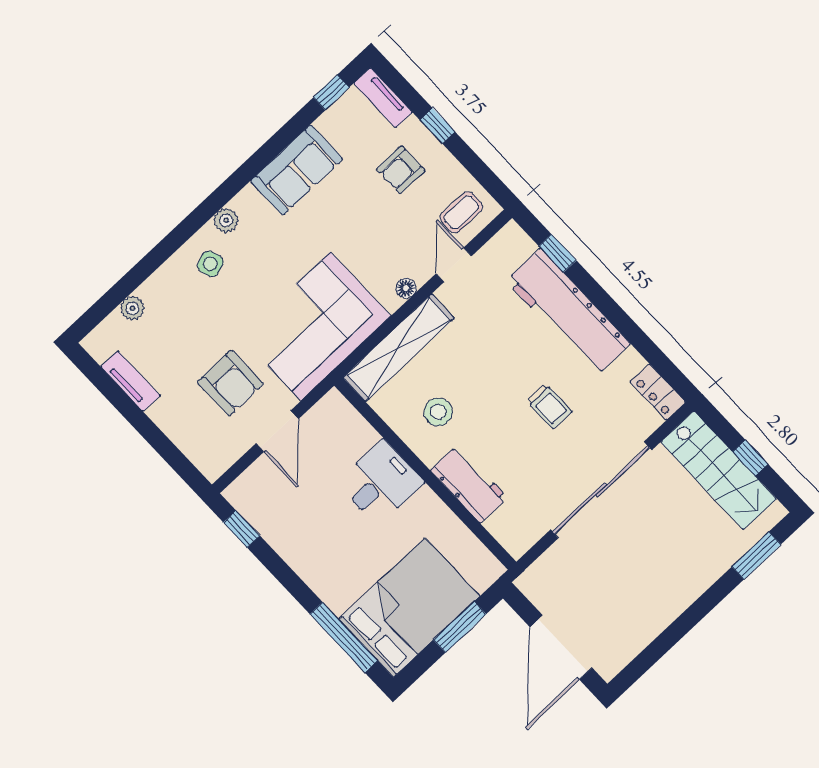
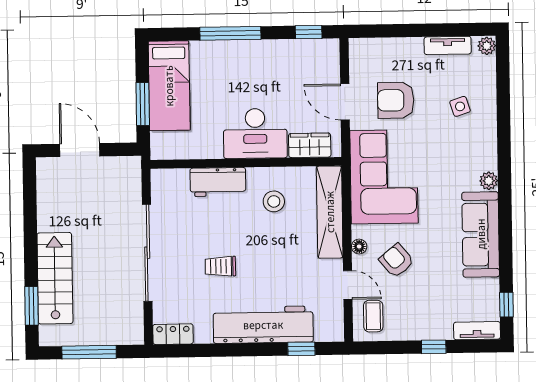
sofa: (297, 170) -> (481, 234), width x1.36
armchair: (401, 170) -> (396, 261), moved, turned -40
side table: (210, 264) -> (460, 106), moved
plant: (132, 308) -> (487, 46), moved
wardrobe: (351, 427) -> (310, 145), added
window: (750, 458) -> (89, 352), width x2.17
stairs: (719, 470) -> (55, 278), moved, turned 90
desk: (380, 482) -> (255, 133), width x1.37
bed: (409, 608) -> (169, 86), width x0.67
window: (344, 637) -> (230, 33), moved
door: (561, 647) -> (80, 150), width x0.73

